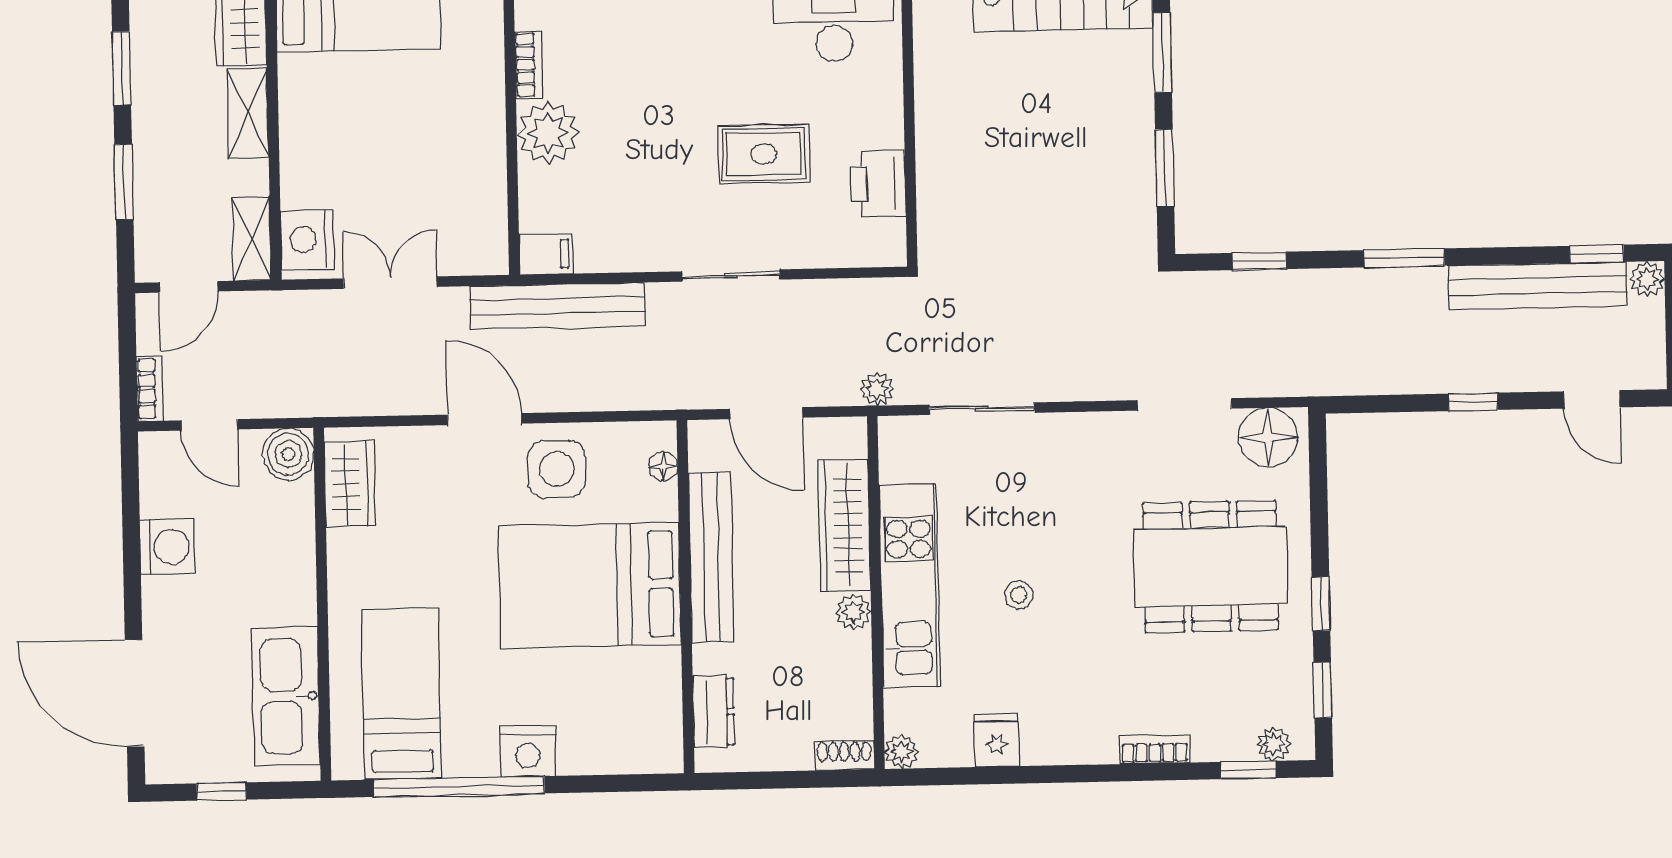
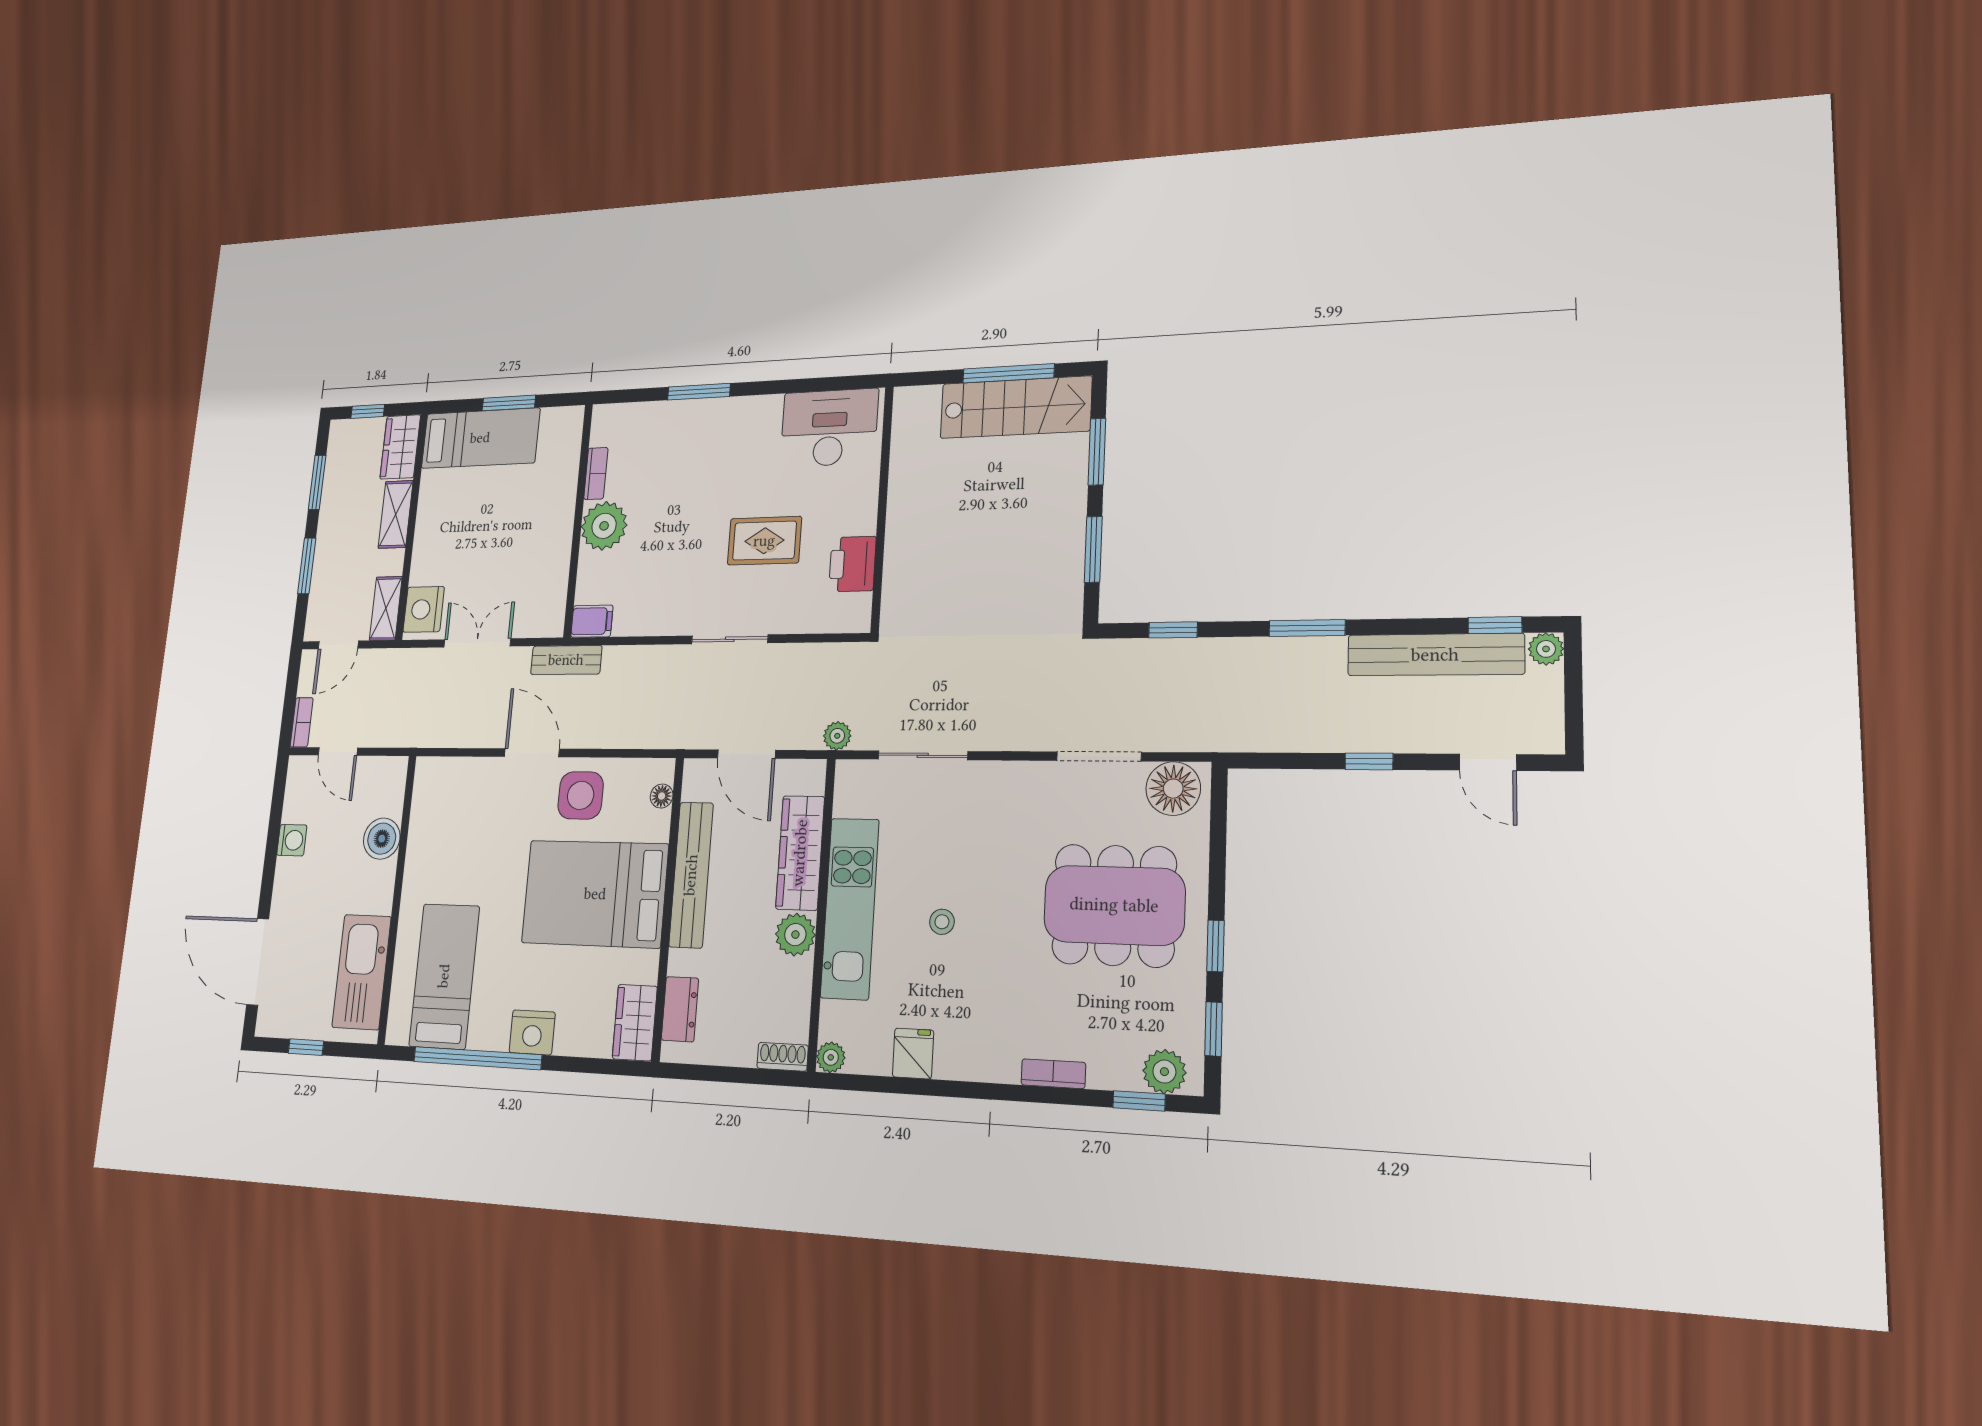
bench: (558, 306) -> (566, 660), width x0.54, depth x0.82
boiler: (288, 454) -> (382, 839), moved
wardrobe: (350, 484) -> (635, 1023), moved, turned 180
washing machine: (167, 547) -> (292, 840), width x0.73, depth x0.73
plant: (853, 612) -> (795, 935), width x1.38, depth x1.38
plant: (1274, 744) -> (1164, 1072), width x1.38, depth x1.38

